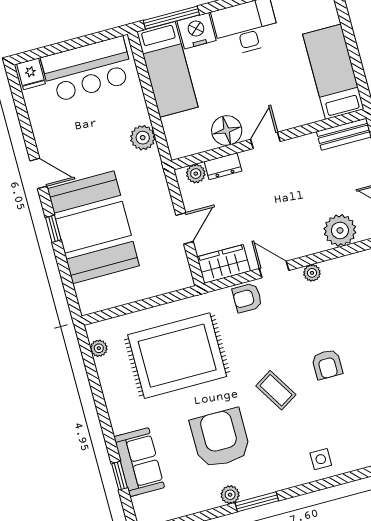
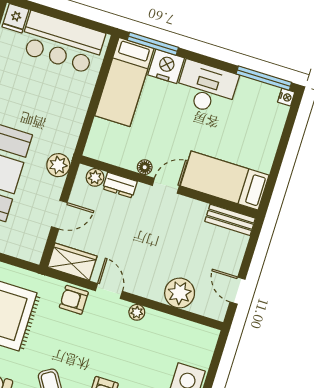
bed: (333, 72) -> (225, 181), moved, turned -90
floor lamp: (227, 130) -> (145, 167), width x0.53, depth x0.53
plant: (143, 138) -> (58, 165), moved

